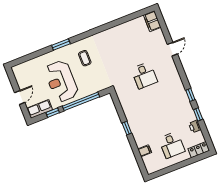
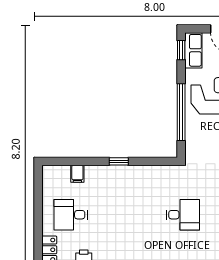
desk: (144, 75) -> (183, 215), turned 180
window: (53, 113) -> (181, 50), moved

